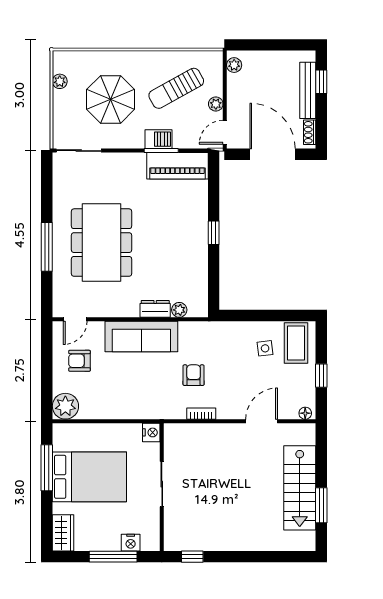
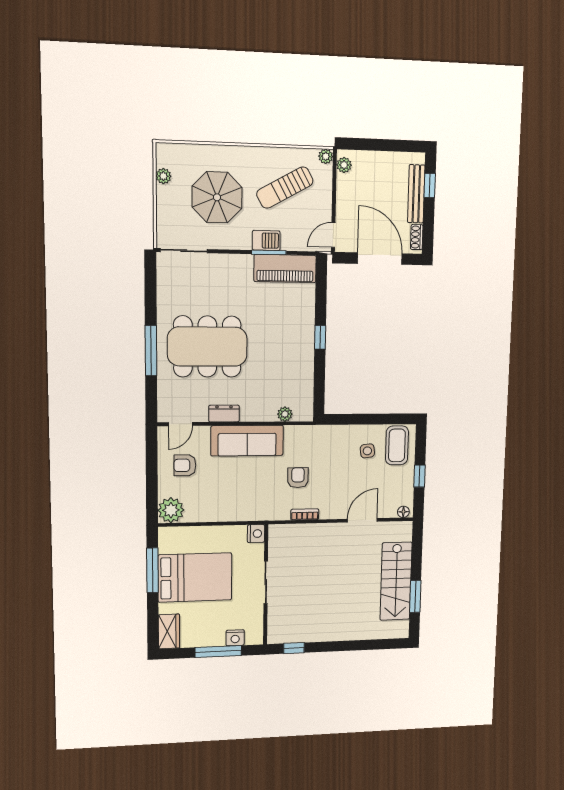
plant: (216, 104) -> (326, 156), moved
dining table: (102, 243) -> (207, 347), turned 90
dresser: (155, 309) -> (224, 413), moved

